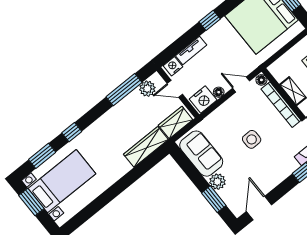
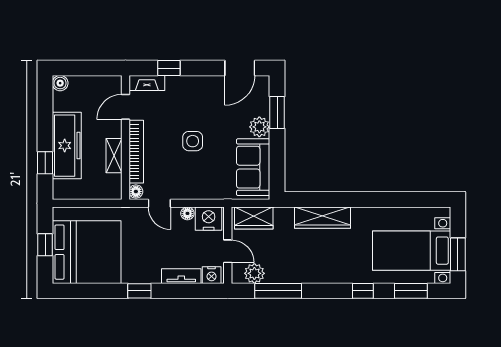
wardrobe: (146, 147) -> (323, 218), moved

